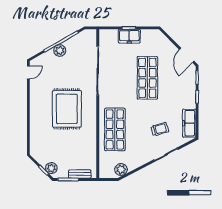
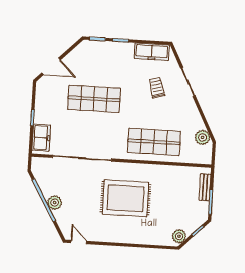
freezer: (129, 36) -> (41, 138), moved
door: (187, 55) -> (51, 66), moved
plant: (51, 168) -> (179, 236), moved

